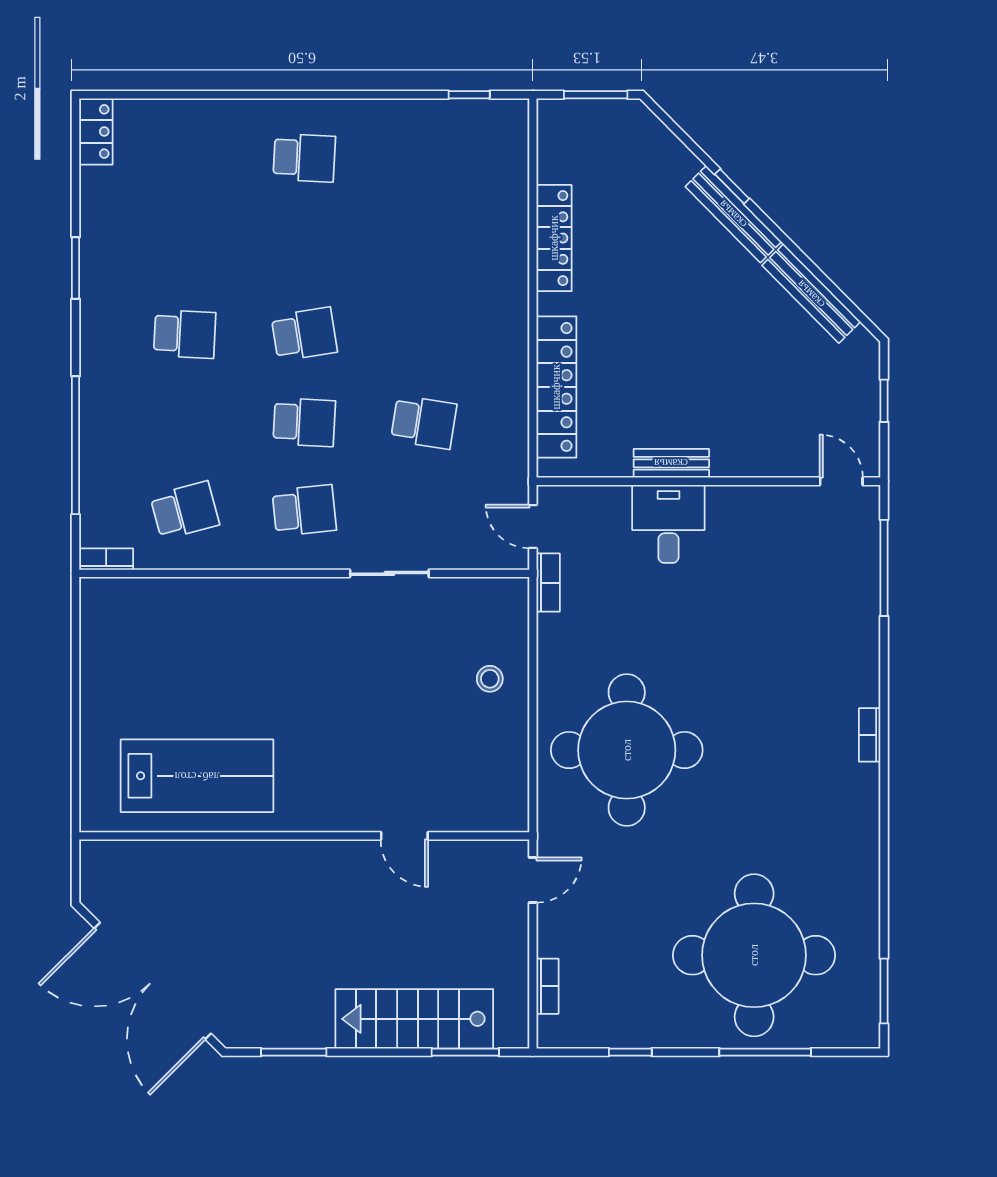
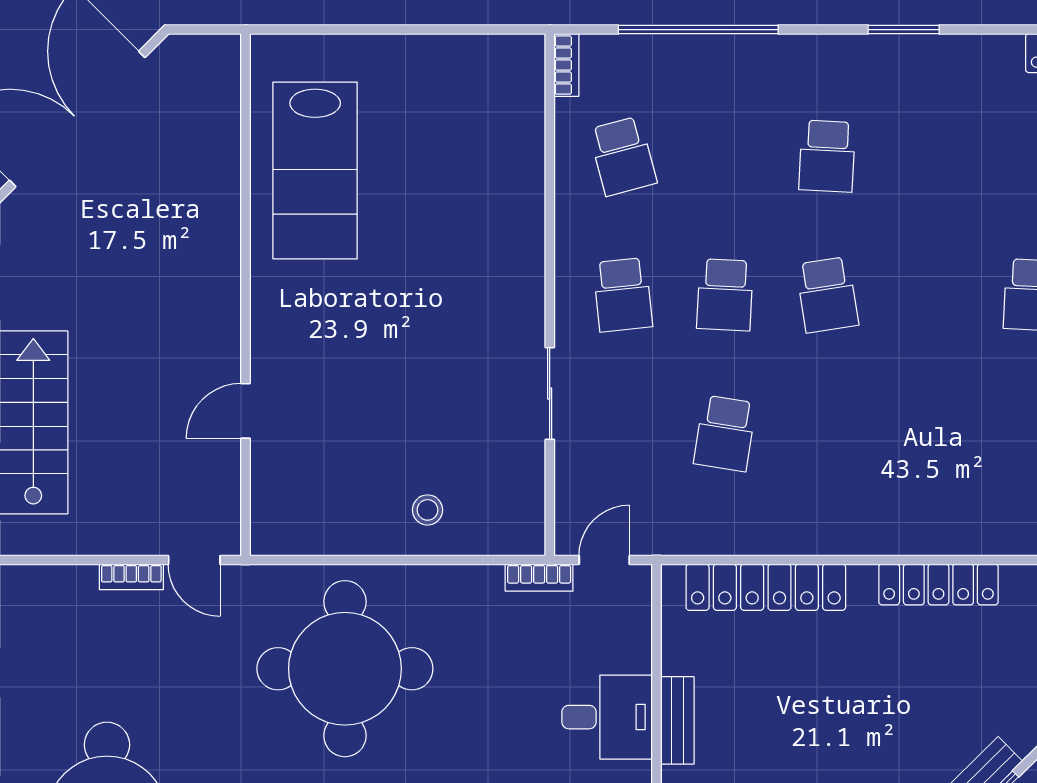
bookcase: (548, 986) -> (131, 577), moved

